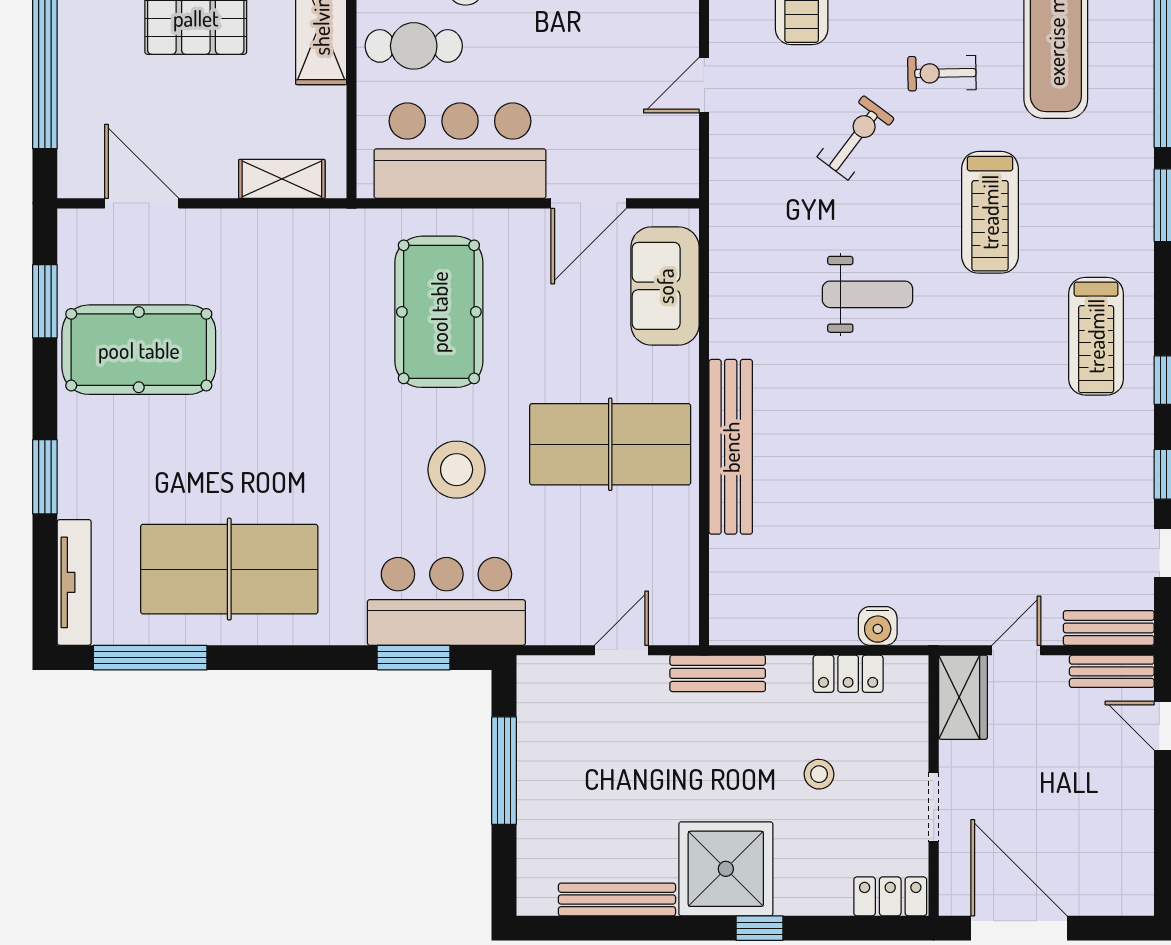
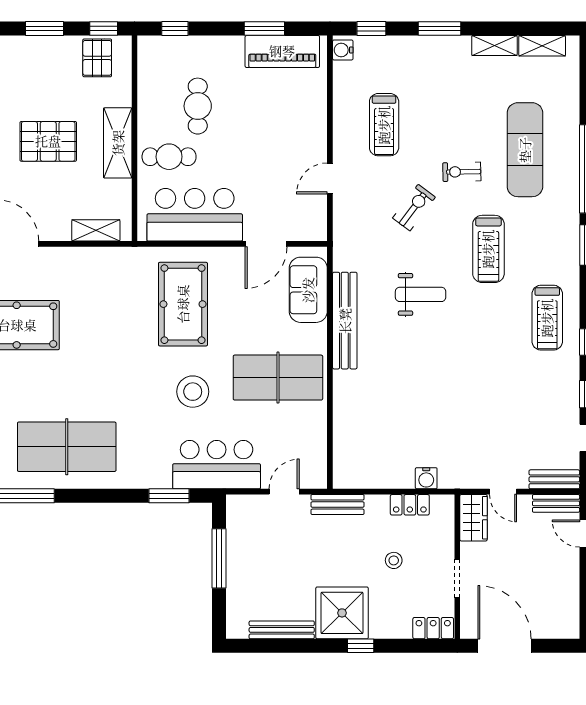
bench: (731, 447) -> (345, 321), moved
bar counter: (446, 601) -> (217, 465), moved
door: (1016, 650) -> (503, 492), swing flipped

